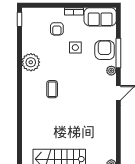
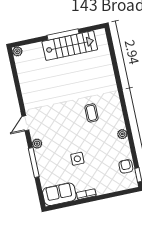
armchair: (57, 29) -> (126, 166), moved
armchair: (105, 50) -> (48, 162), removed
plant: (31, 62) -> (122, 134), width x0.53, depth x0.53

